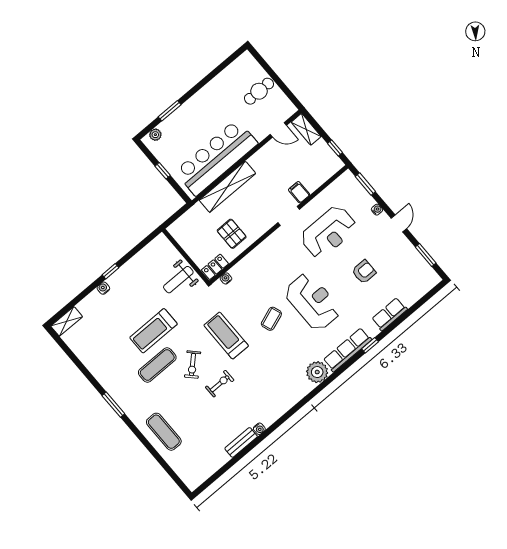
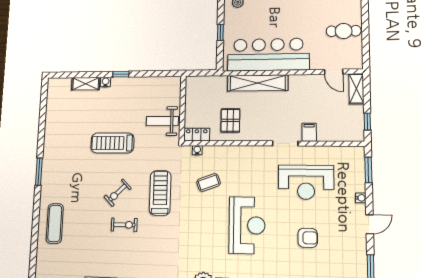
coffee table: (271, 319) -> (209, 182), moved
shelving: (67, 321) -> (86, 84), moved
exercise mat: (157, 365) -> (93, 170), removed

